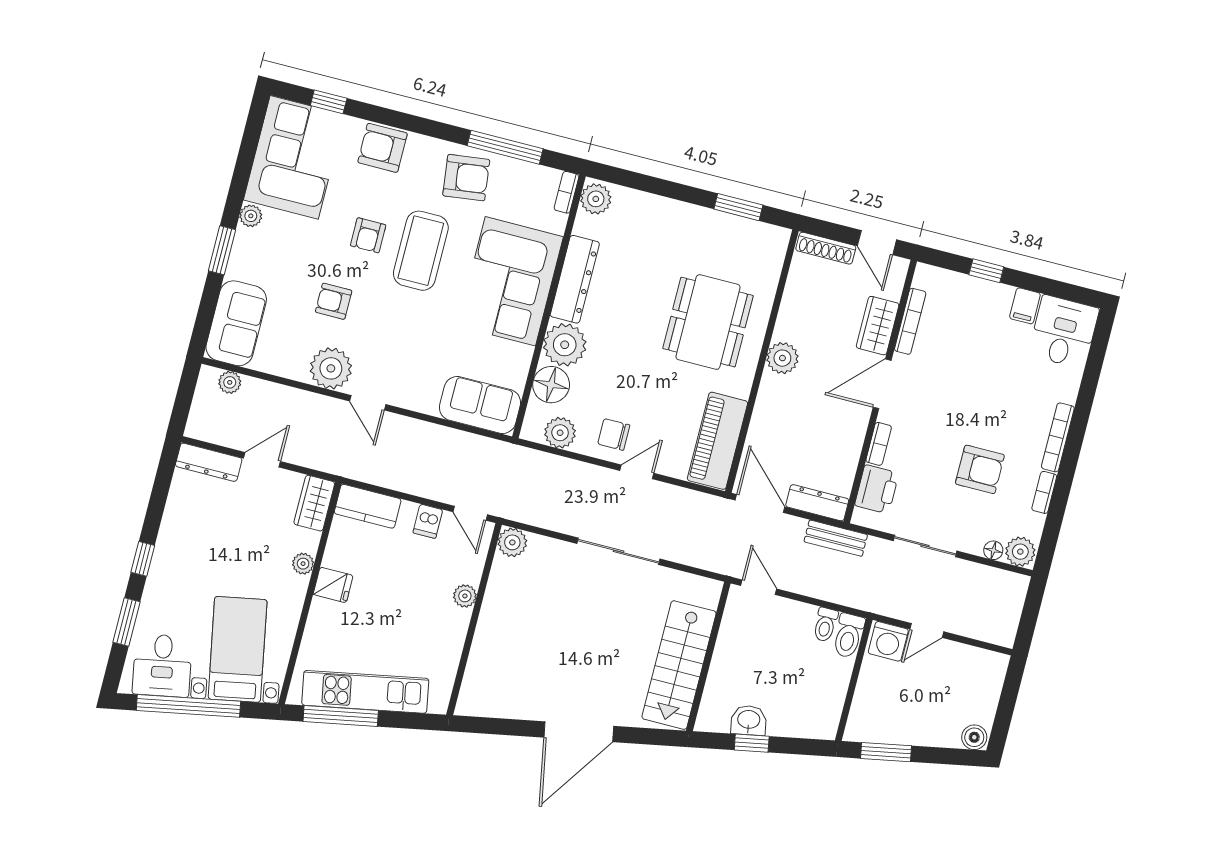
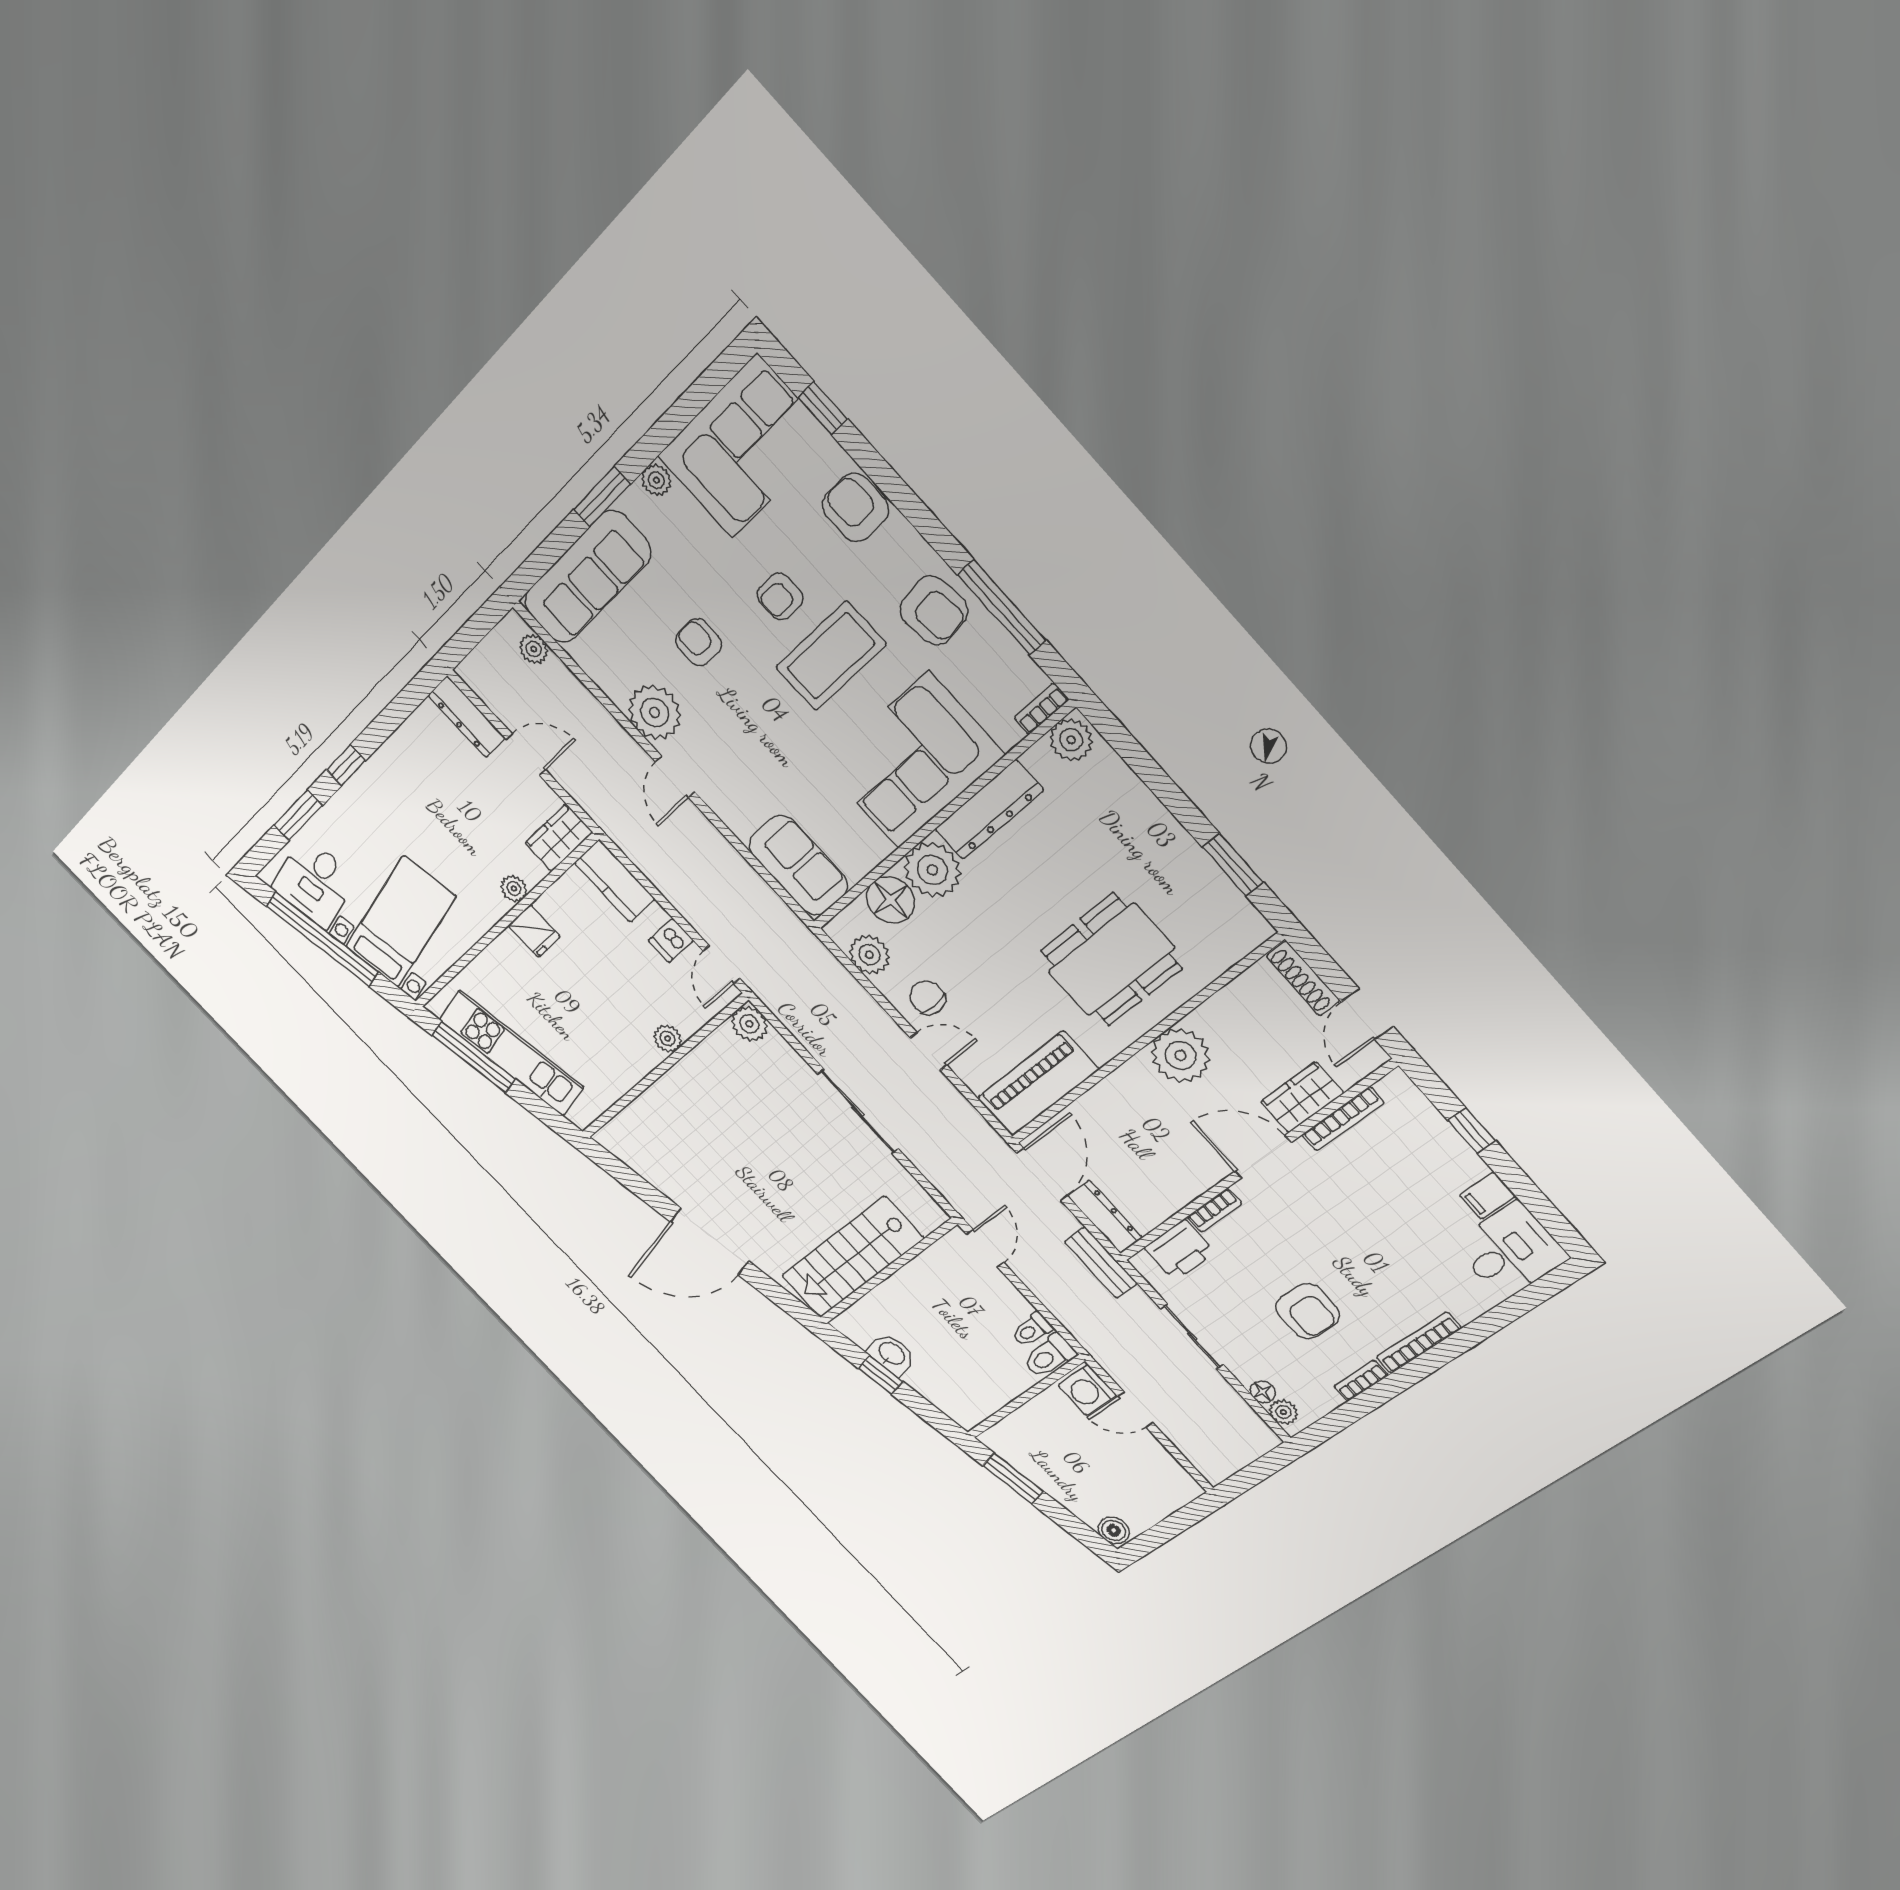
sofa: (236, 323) -> (587, 577), width x1.36
plant: (782, 358) -> (1180, 1056), width x1.36, depth x1.36
plant: (1020, 552) -> (1283, 1412), width x0.73, depth x0.73

